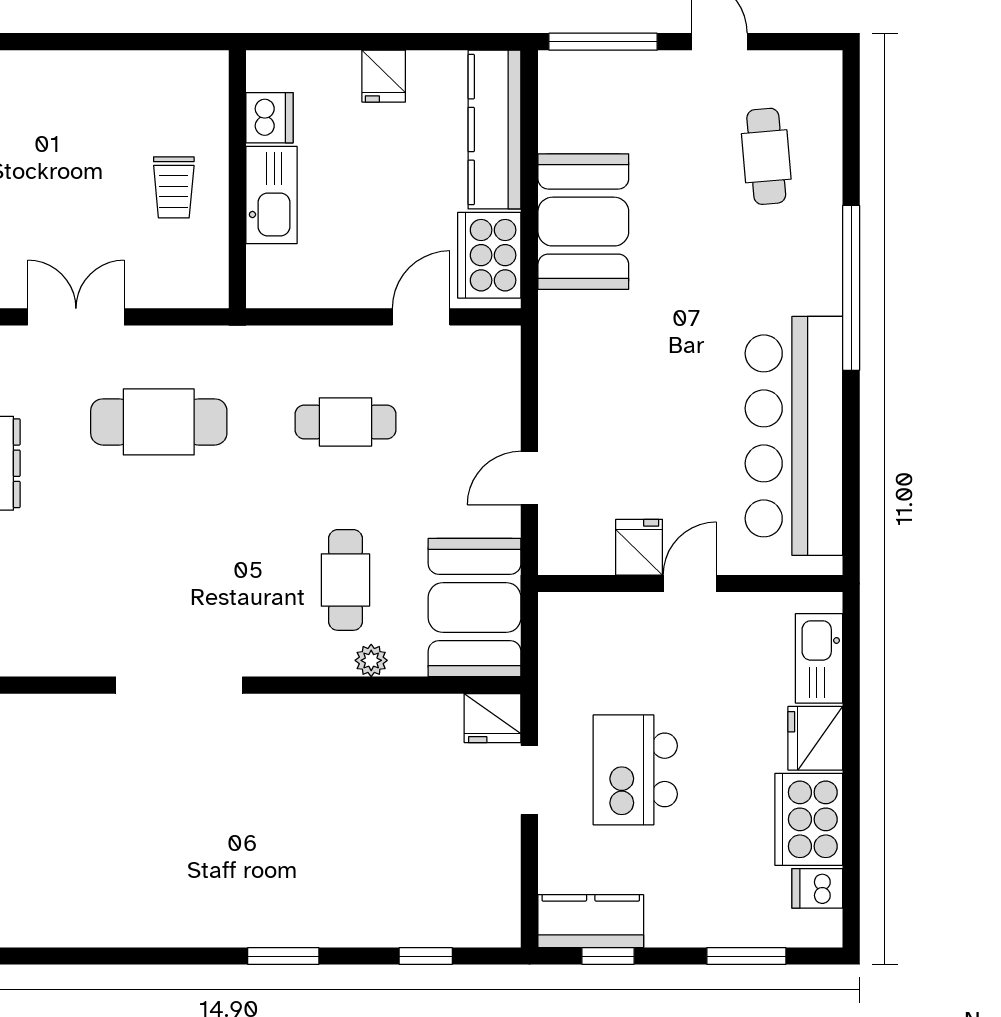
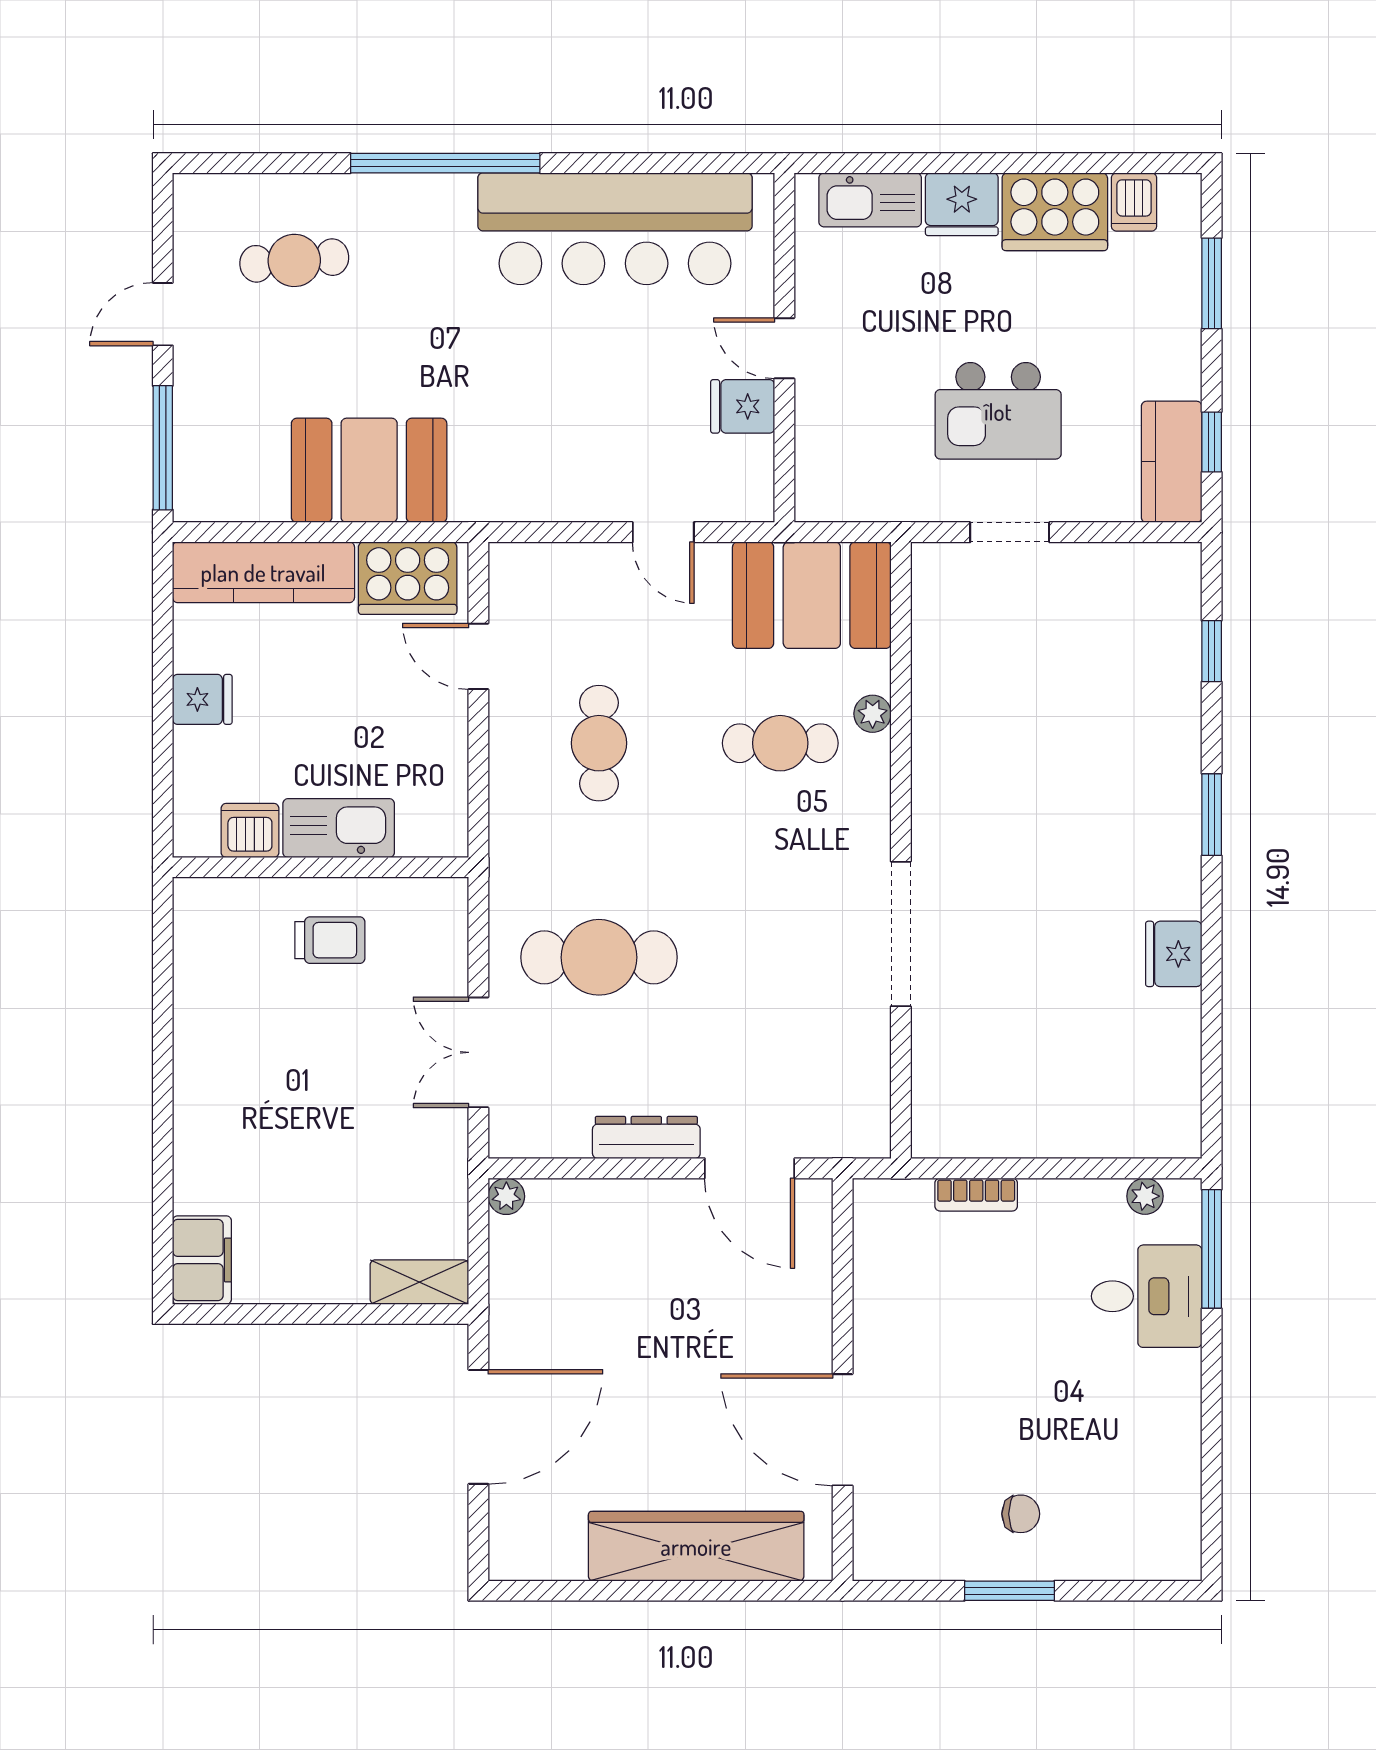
cafe table: (159, 422) -> (599, 957), turned 90
fridge: (492, 718) -> (1174, 954), moved, turned 180

